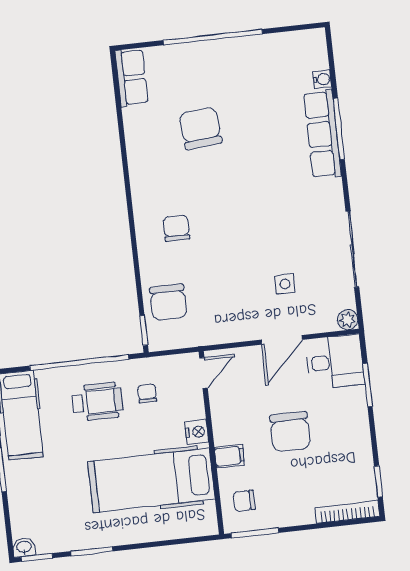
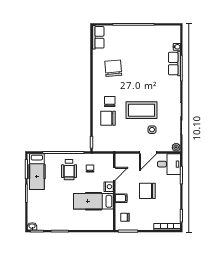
chair: (200, 128) -> (113, 68), moved
row of seats: (323, 134) -> (174, 64), width x0.68
coffee table: (255, 240) -> (141, 110), added
chair: (168, 302) -> (108, 118), moved, turned 90
door: (204, 373) -> (114, 174), moved
wheelchair: (97, 402) -> (69, 170), turned 90
chair: (290, 432) -> (147, 191), turned 90
hospital bed: (151, 480) -> (93, 201), width x0.73, depth x0.78

